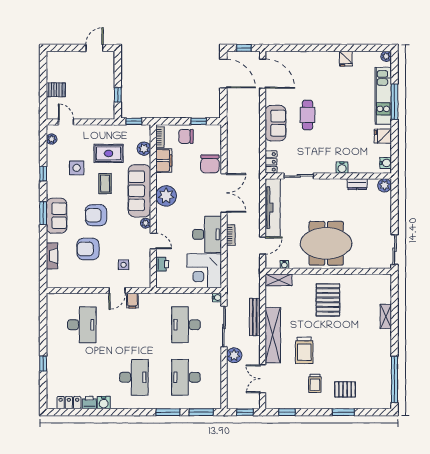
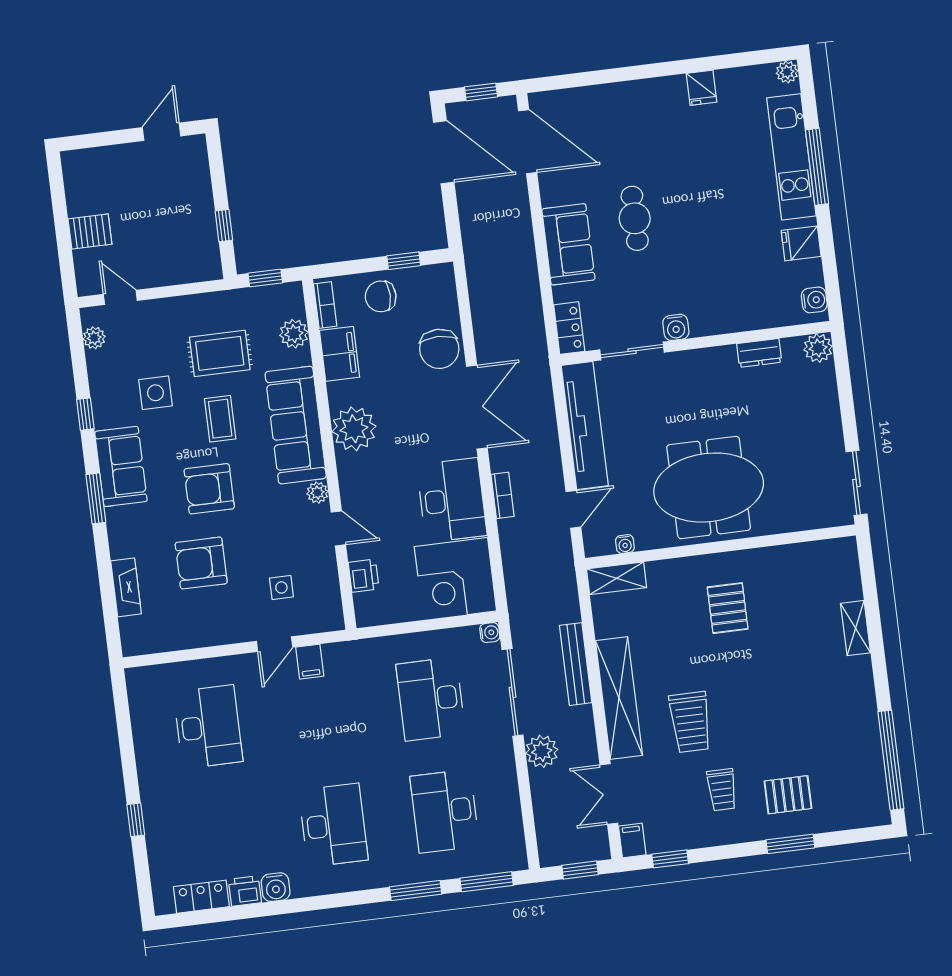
water cooler: (342, 168) -> (676, 327), moved
sofa: (57, 216) -> (121, 466), moved
pallet: (328, 300) -> (728, 608), width x0.67, depth x0.71
filing cabinet: (271, 402) -> (632, 840), added

